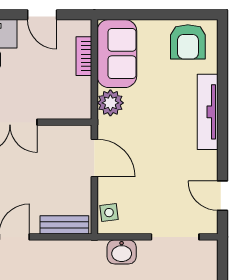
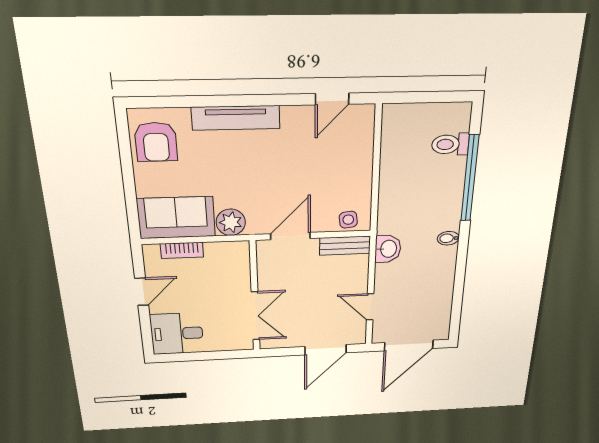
armchair: (188, 42) -> (156, 142), turned 90
bench: (64, 225) -> (345, 246), moved, turned 90
doorway: (175, 237) -> (377, 151), removed
washbasin: (122, 252) -> (388, 249), moved

